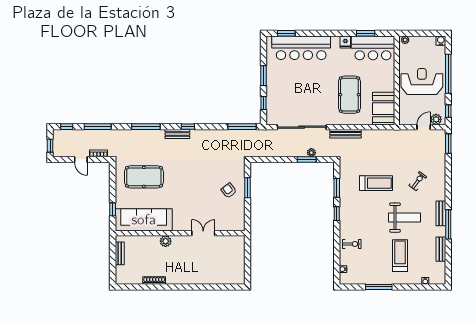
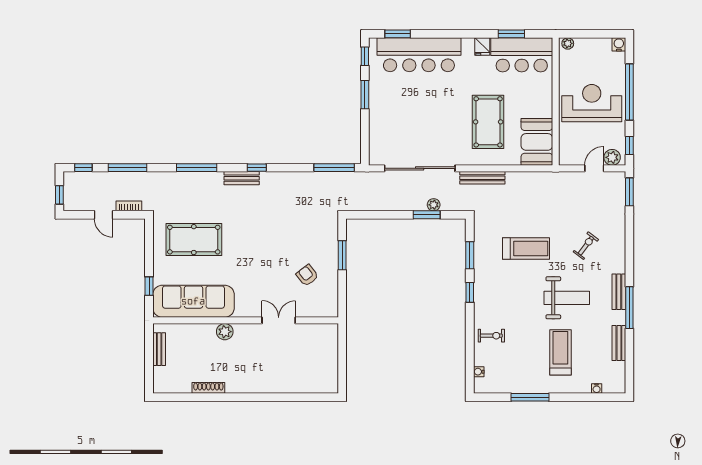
window: (263, 103) -> (365, 56), moved
armchair: (229, 190) -> (307, 275), moved

